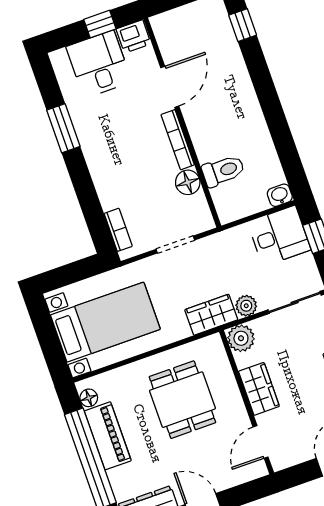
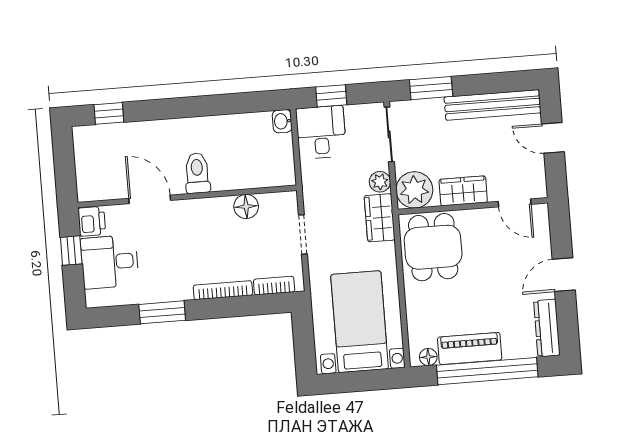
bookcase: (178, 140) -> (223, 290), moved, turned 180
toilet: (223, 171) -> (197, 173), moved
plant: (241, 338) -> (414, 190), width x1.36, depth x1.36
dining table: (182, 400) -> (433, 247), moved, turned 90

